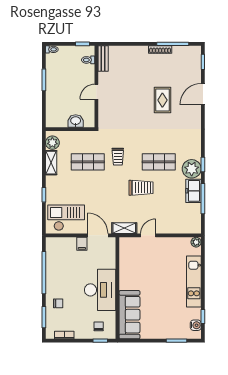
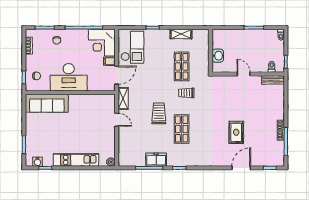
door: (203, 94) -> (241, 168), hinge flipped
rug: (162, 100) -> (236, 132), turned 90
plant: (52, 143) -> (199, 35), removed
plant: (192, 169) -> (176, 158), removed
trolley: (141, 188) -> (159, 113), turned 180
corner desk: (61, 252) -> (102, 43), added

